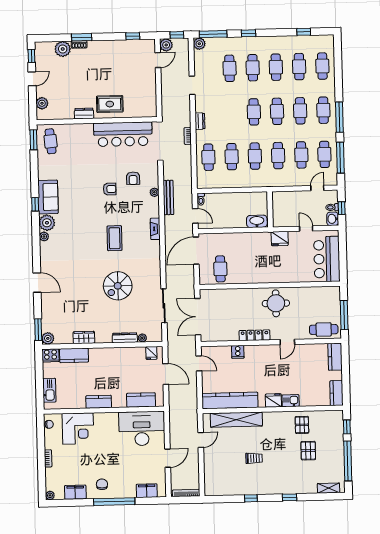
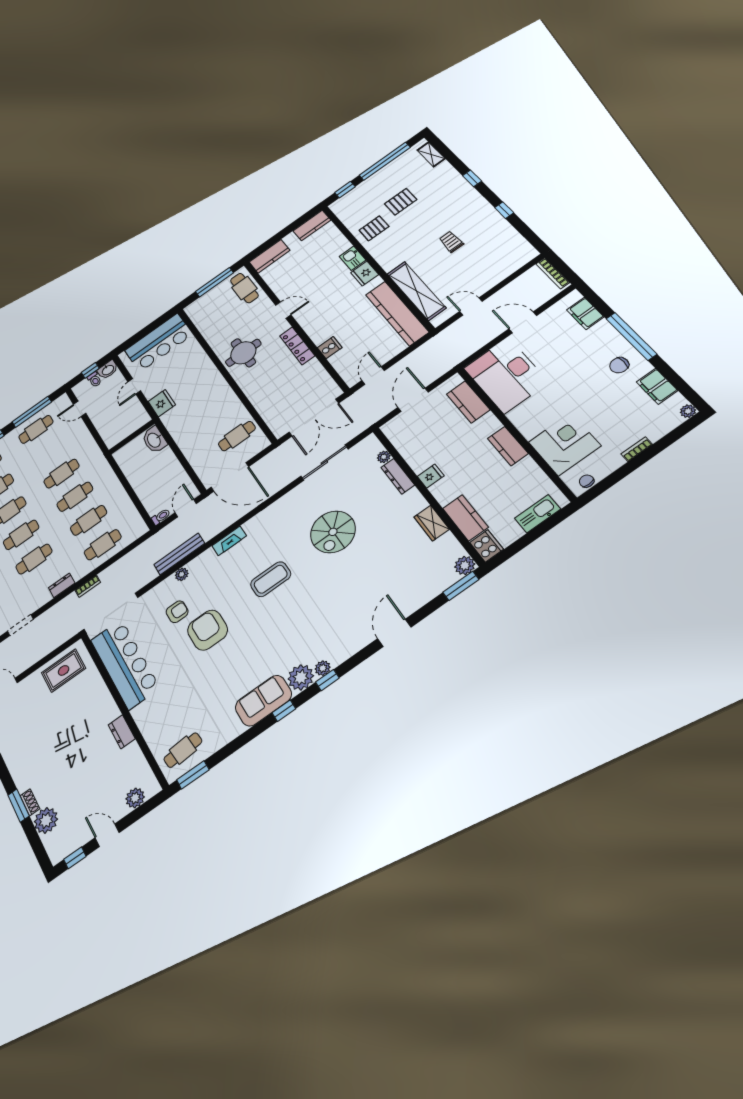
rug: (110, 104) -> (64, 670), moved, turned 90
cafe table: (301, 155) -> (34, 559), moved
armchair: (110, 189) -> (208, 630), width x1.88, depth x1.88
window: (36, 235) -> (327, 680), added
spiral stairs: (118, 286) -> (333, 532), turned 90
fridge: (151, 353) -> (431, 476), moved

